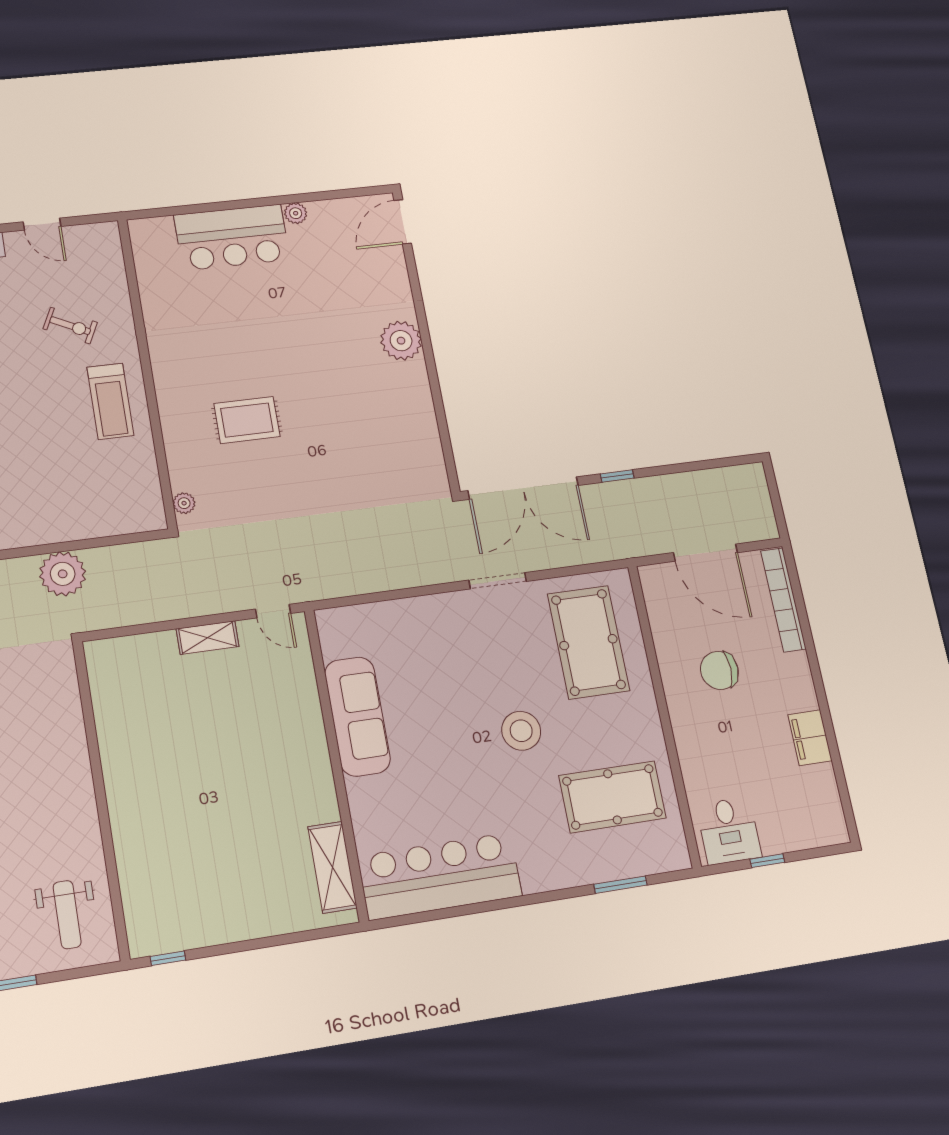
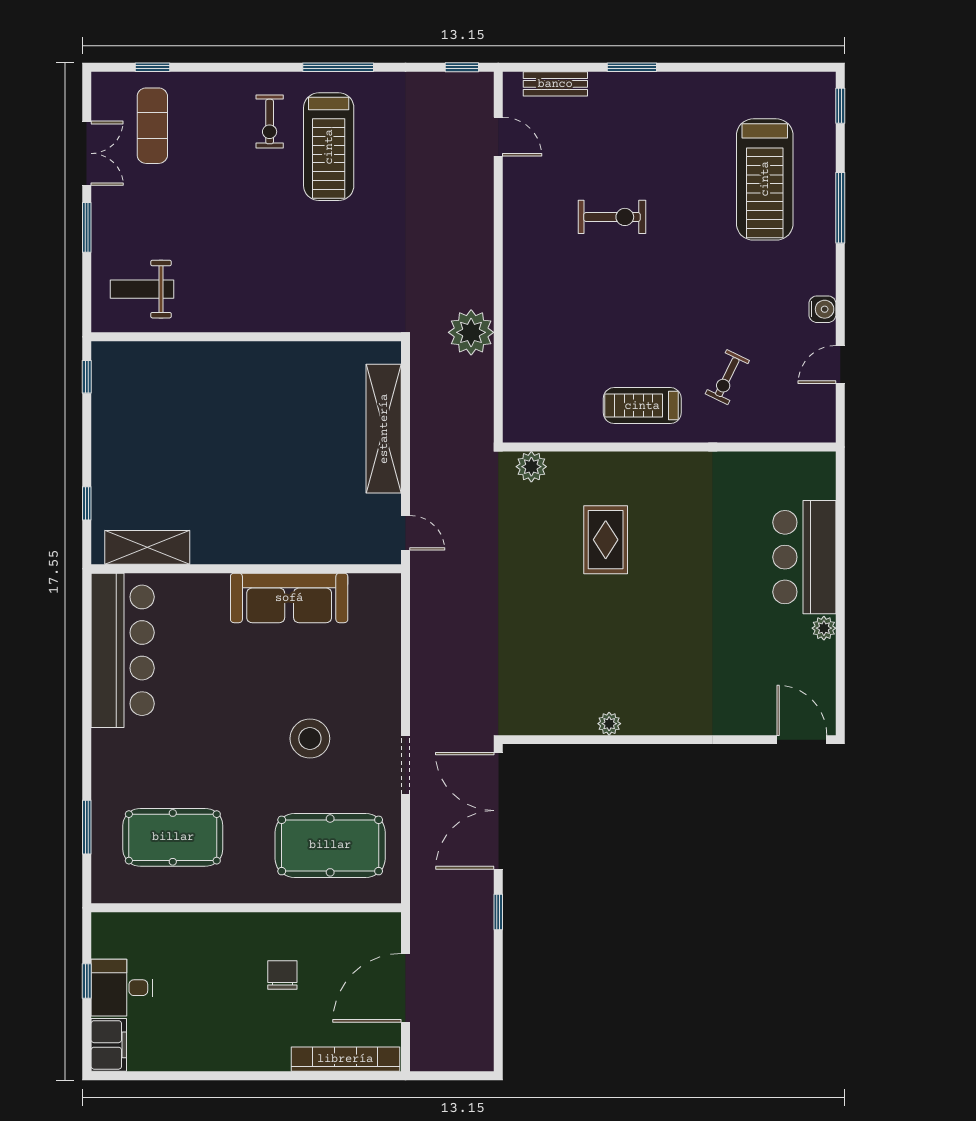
plant: (401, 341) -> (609, 724), moved, width x0.53, depth x0.53
plant: (184, 503) -> (531, 467), width x1.38, depth x1.38
door: (273, 611) -> (406, 533), swing flipped
shelving: (208, 638) -> (384, 429), width x2.20, depth x1.33
chair: (719, 670) -> (282, 975), width x0.73, depth x0.73
stool: (521, 731) -> (310, 739), moved
filing cabinet: (810, 738) -> (109, 1045), moved, turned 90
pool table: (612, 797) -> (173, 837), turned 90
desk: (729, 831) -> (122, 988), moved
window: (299, 937) -> (87, 503), added

